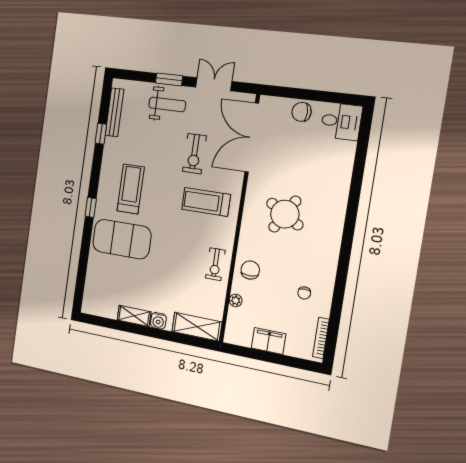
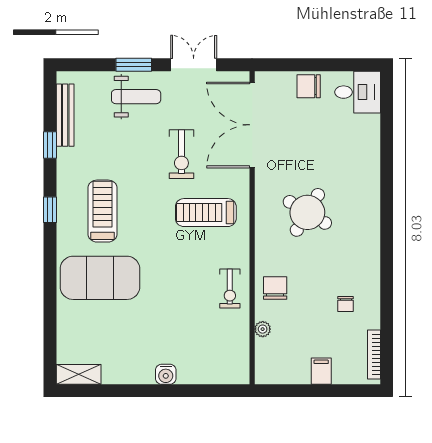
window: (91, 207) -> (50, 210), moved
shelving: (134, 316) -> (79, 374), moved
shelving: (197, 327) -> (218, 372), removed
filing cabinet: (268, 341) -> (321, 371), width x0.50

